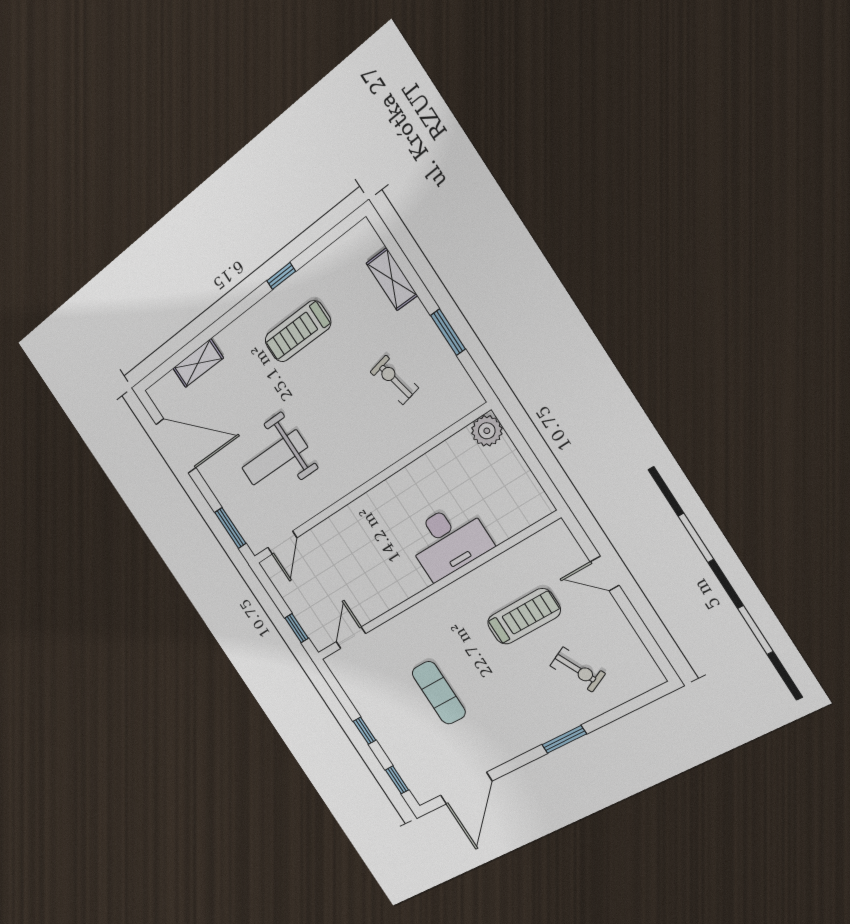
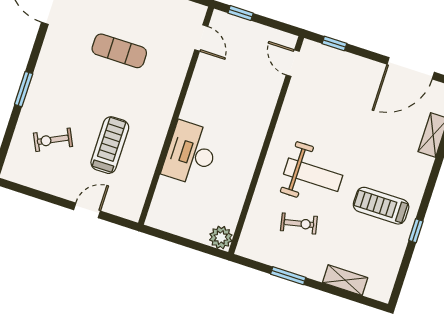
treadmill: (298, 331) -> (381, 206), turned -90
weight bench: (275, 458) -> (313, 175), moved, turned 90
window: (230, 528) -> (334, 43), width x0.67
treadmill: (524, 616) -> (110, 145), turned 180

